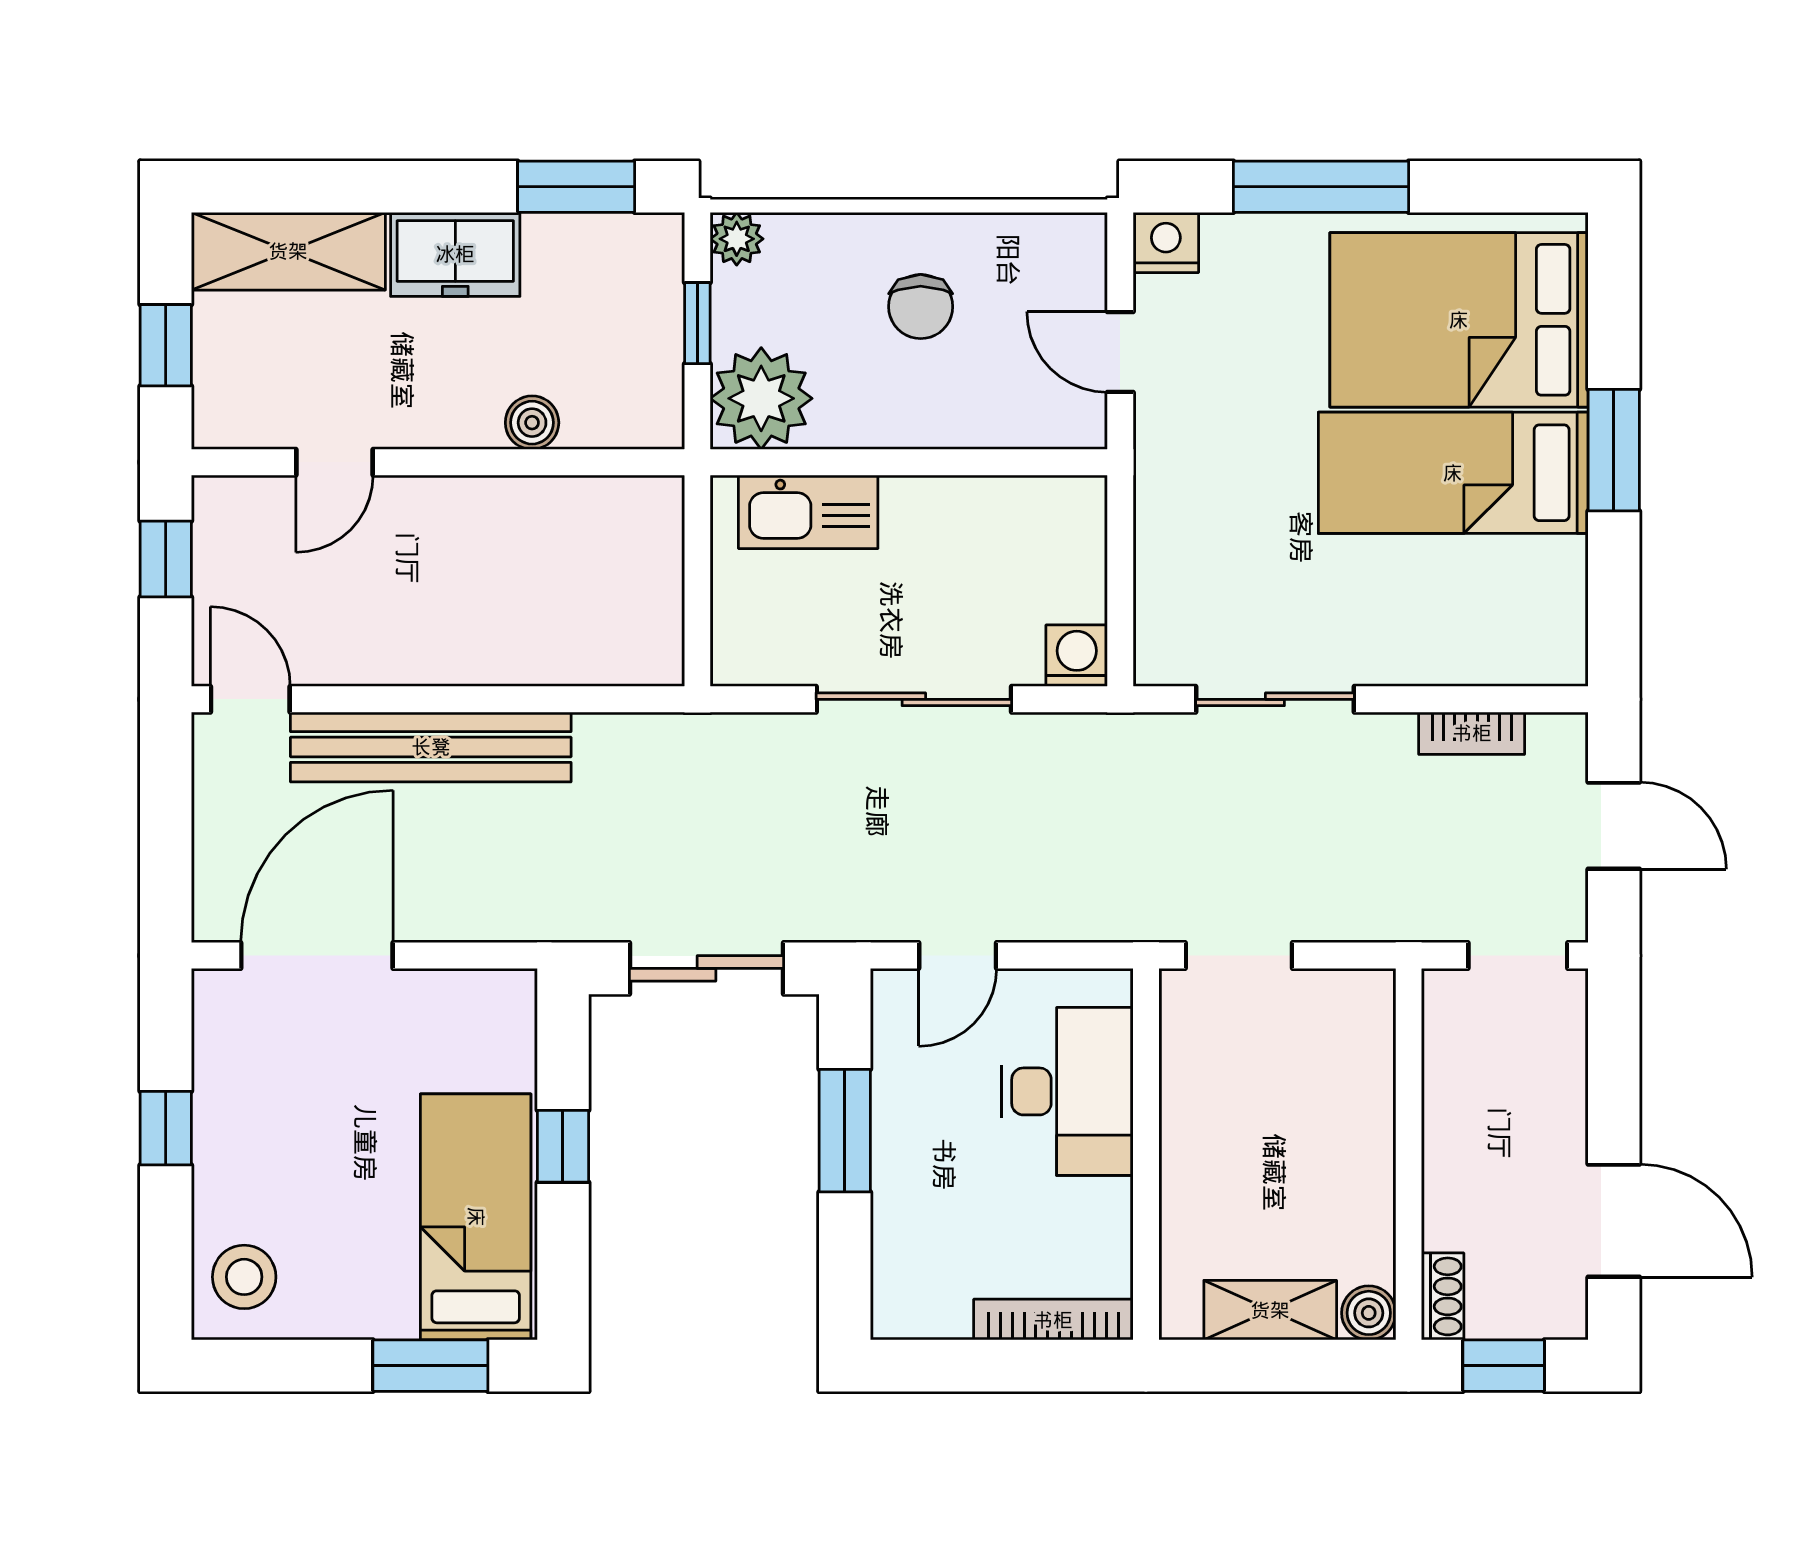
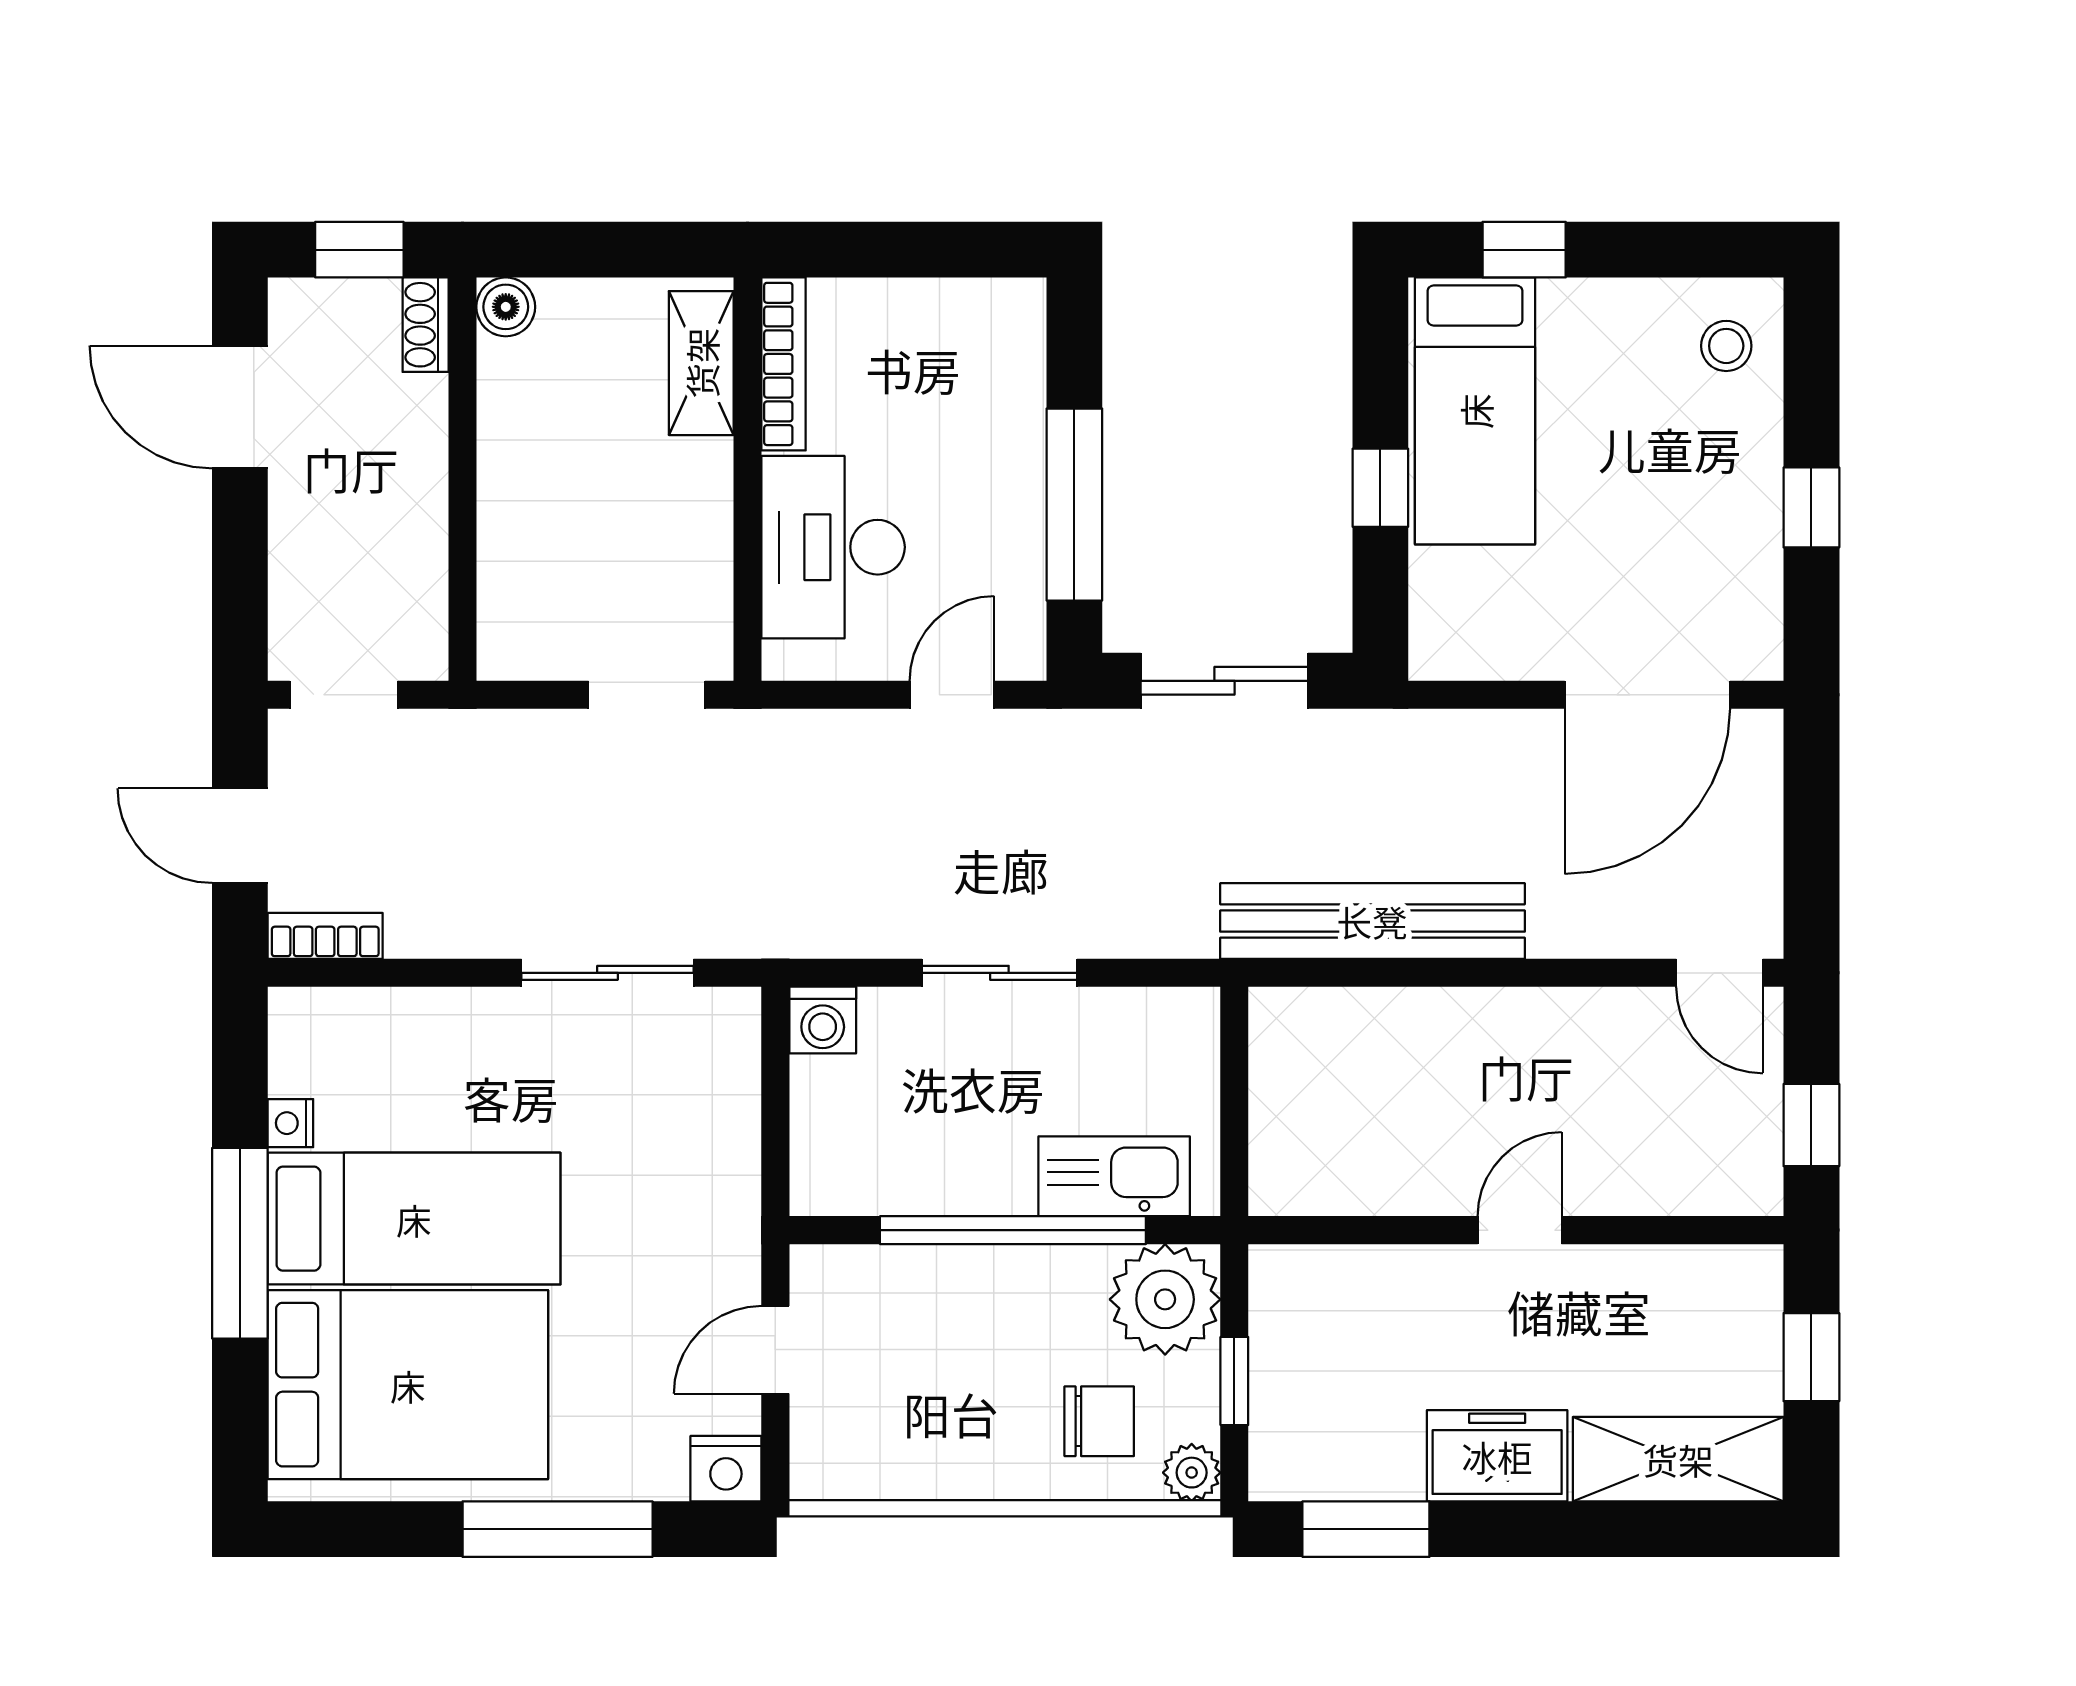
chair: (921, 307) -> (1099, 1421), moved, turned 90
door: (1120, 352) -> (775, 1350), swing flipped
boiler: (532, 423) -> (1414, 1273), removed
window: (1614, 450) -> (240, 1243), width x1.44
door: (334, 462) -> (1520, 1230), moved
window: (901, 462) -> (1013, 1230), added
nightstand: (1567, 561) -> (290, 1123), added
sliding door: (914, 699) -> (999, 973), width x0.73
bookcase: (1472, 733) -> (325, 936), moved
bench: (431, 747) -> (1372, 921), moved
window: (845, 1131) -> (1074, 505), width x1.44
stool: (244, 1277) -> (1726, 346), width x0.73, depth x0.73
shelving: (1270, 1310) -> (701, 363), moved, turned 90
bookcase: (1053, 1320) -> (784, 364), moved, turned -90
window: (430, 1366) -> (1524, 250), width x0.67

